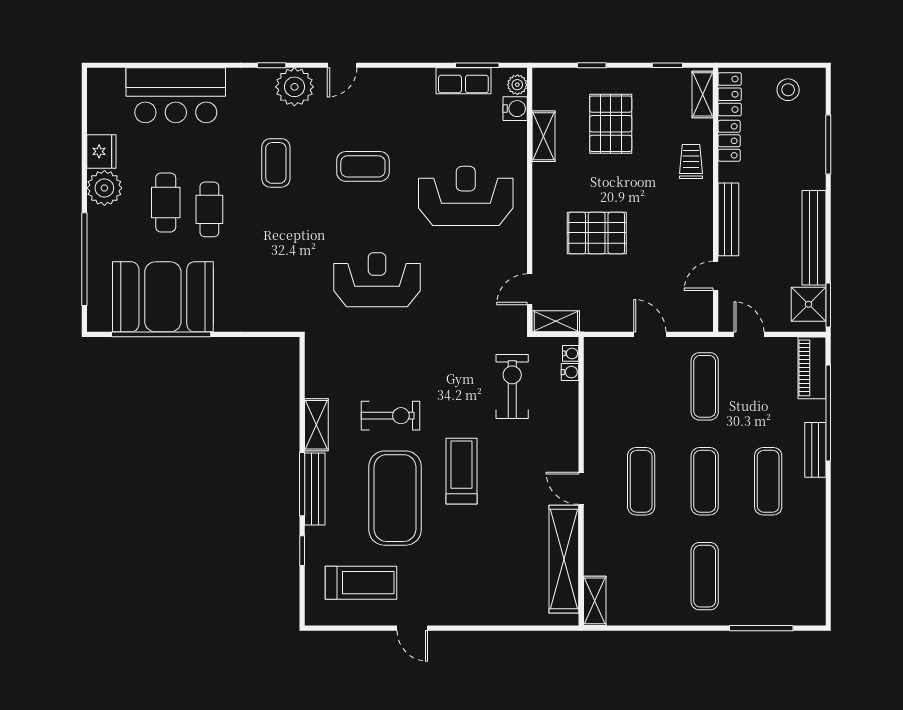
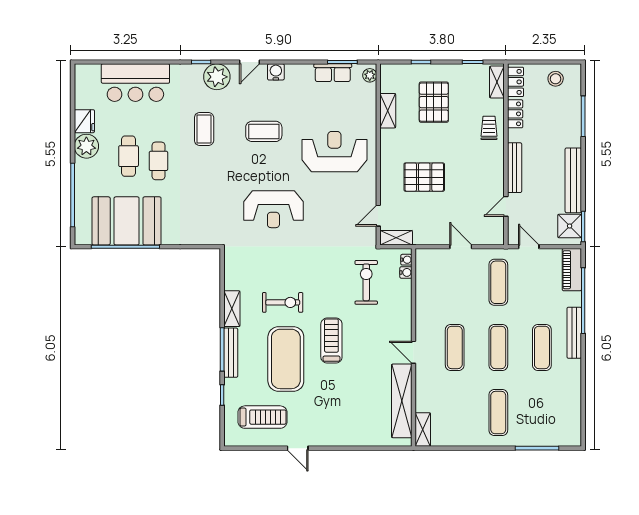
water cooler: (515, 109) -> (276, 72), moved, turned -90
reception desk: (377, 280) -> (273, 209), turned 180
bench: (815, 450) -> (574, 333), width x1.36

